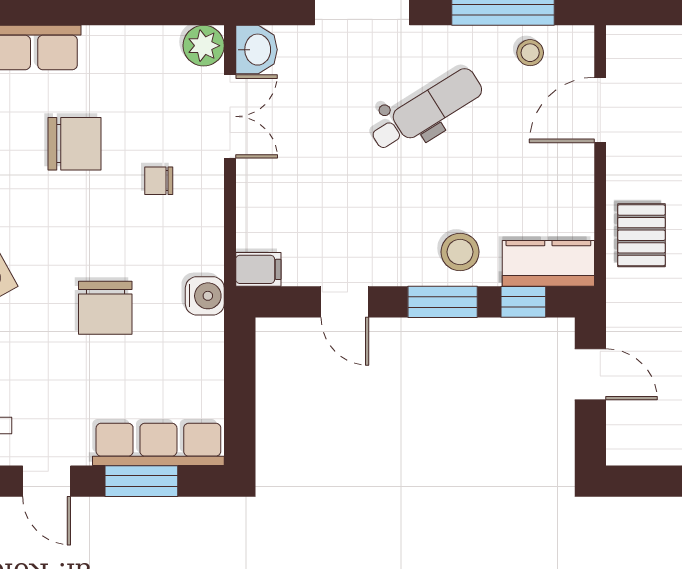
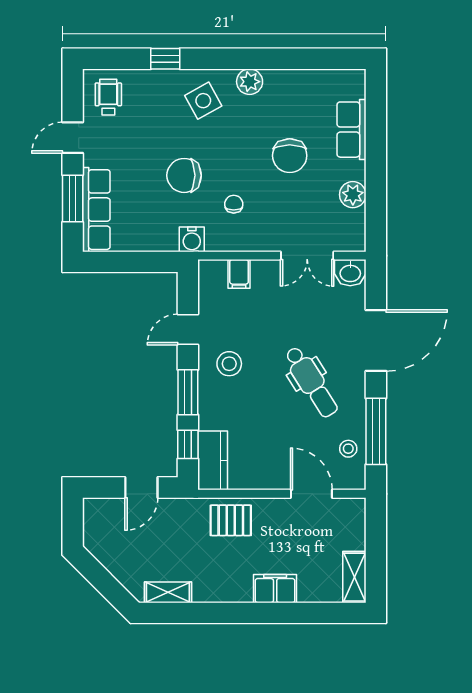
plant: (204, 46) -> (353, 195), moved
chair: (159, 181) -> (234, 204), moved
stool: (460, 252) -> (229, 364), moved
filing cabinet: (258, 269) -> (239, 274), moved

